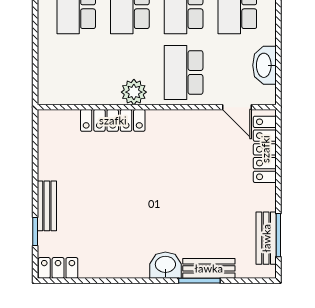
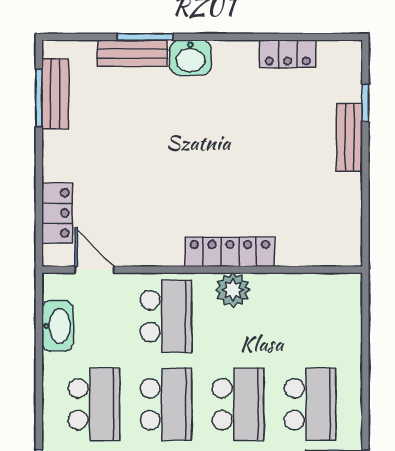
locker: (113, 120) -> (230, 252), moved
locker: (265, 149) -> (57, 213), width x0.66
locker: (58, 268) -> (288, 54), moved

